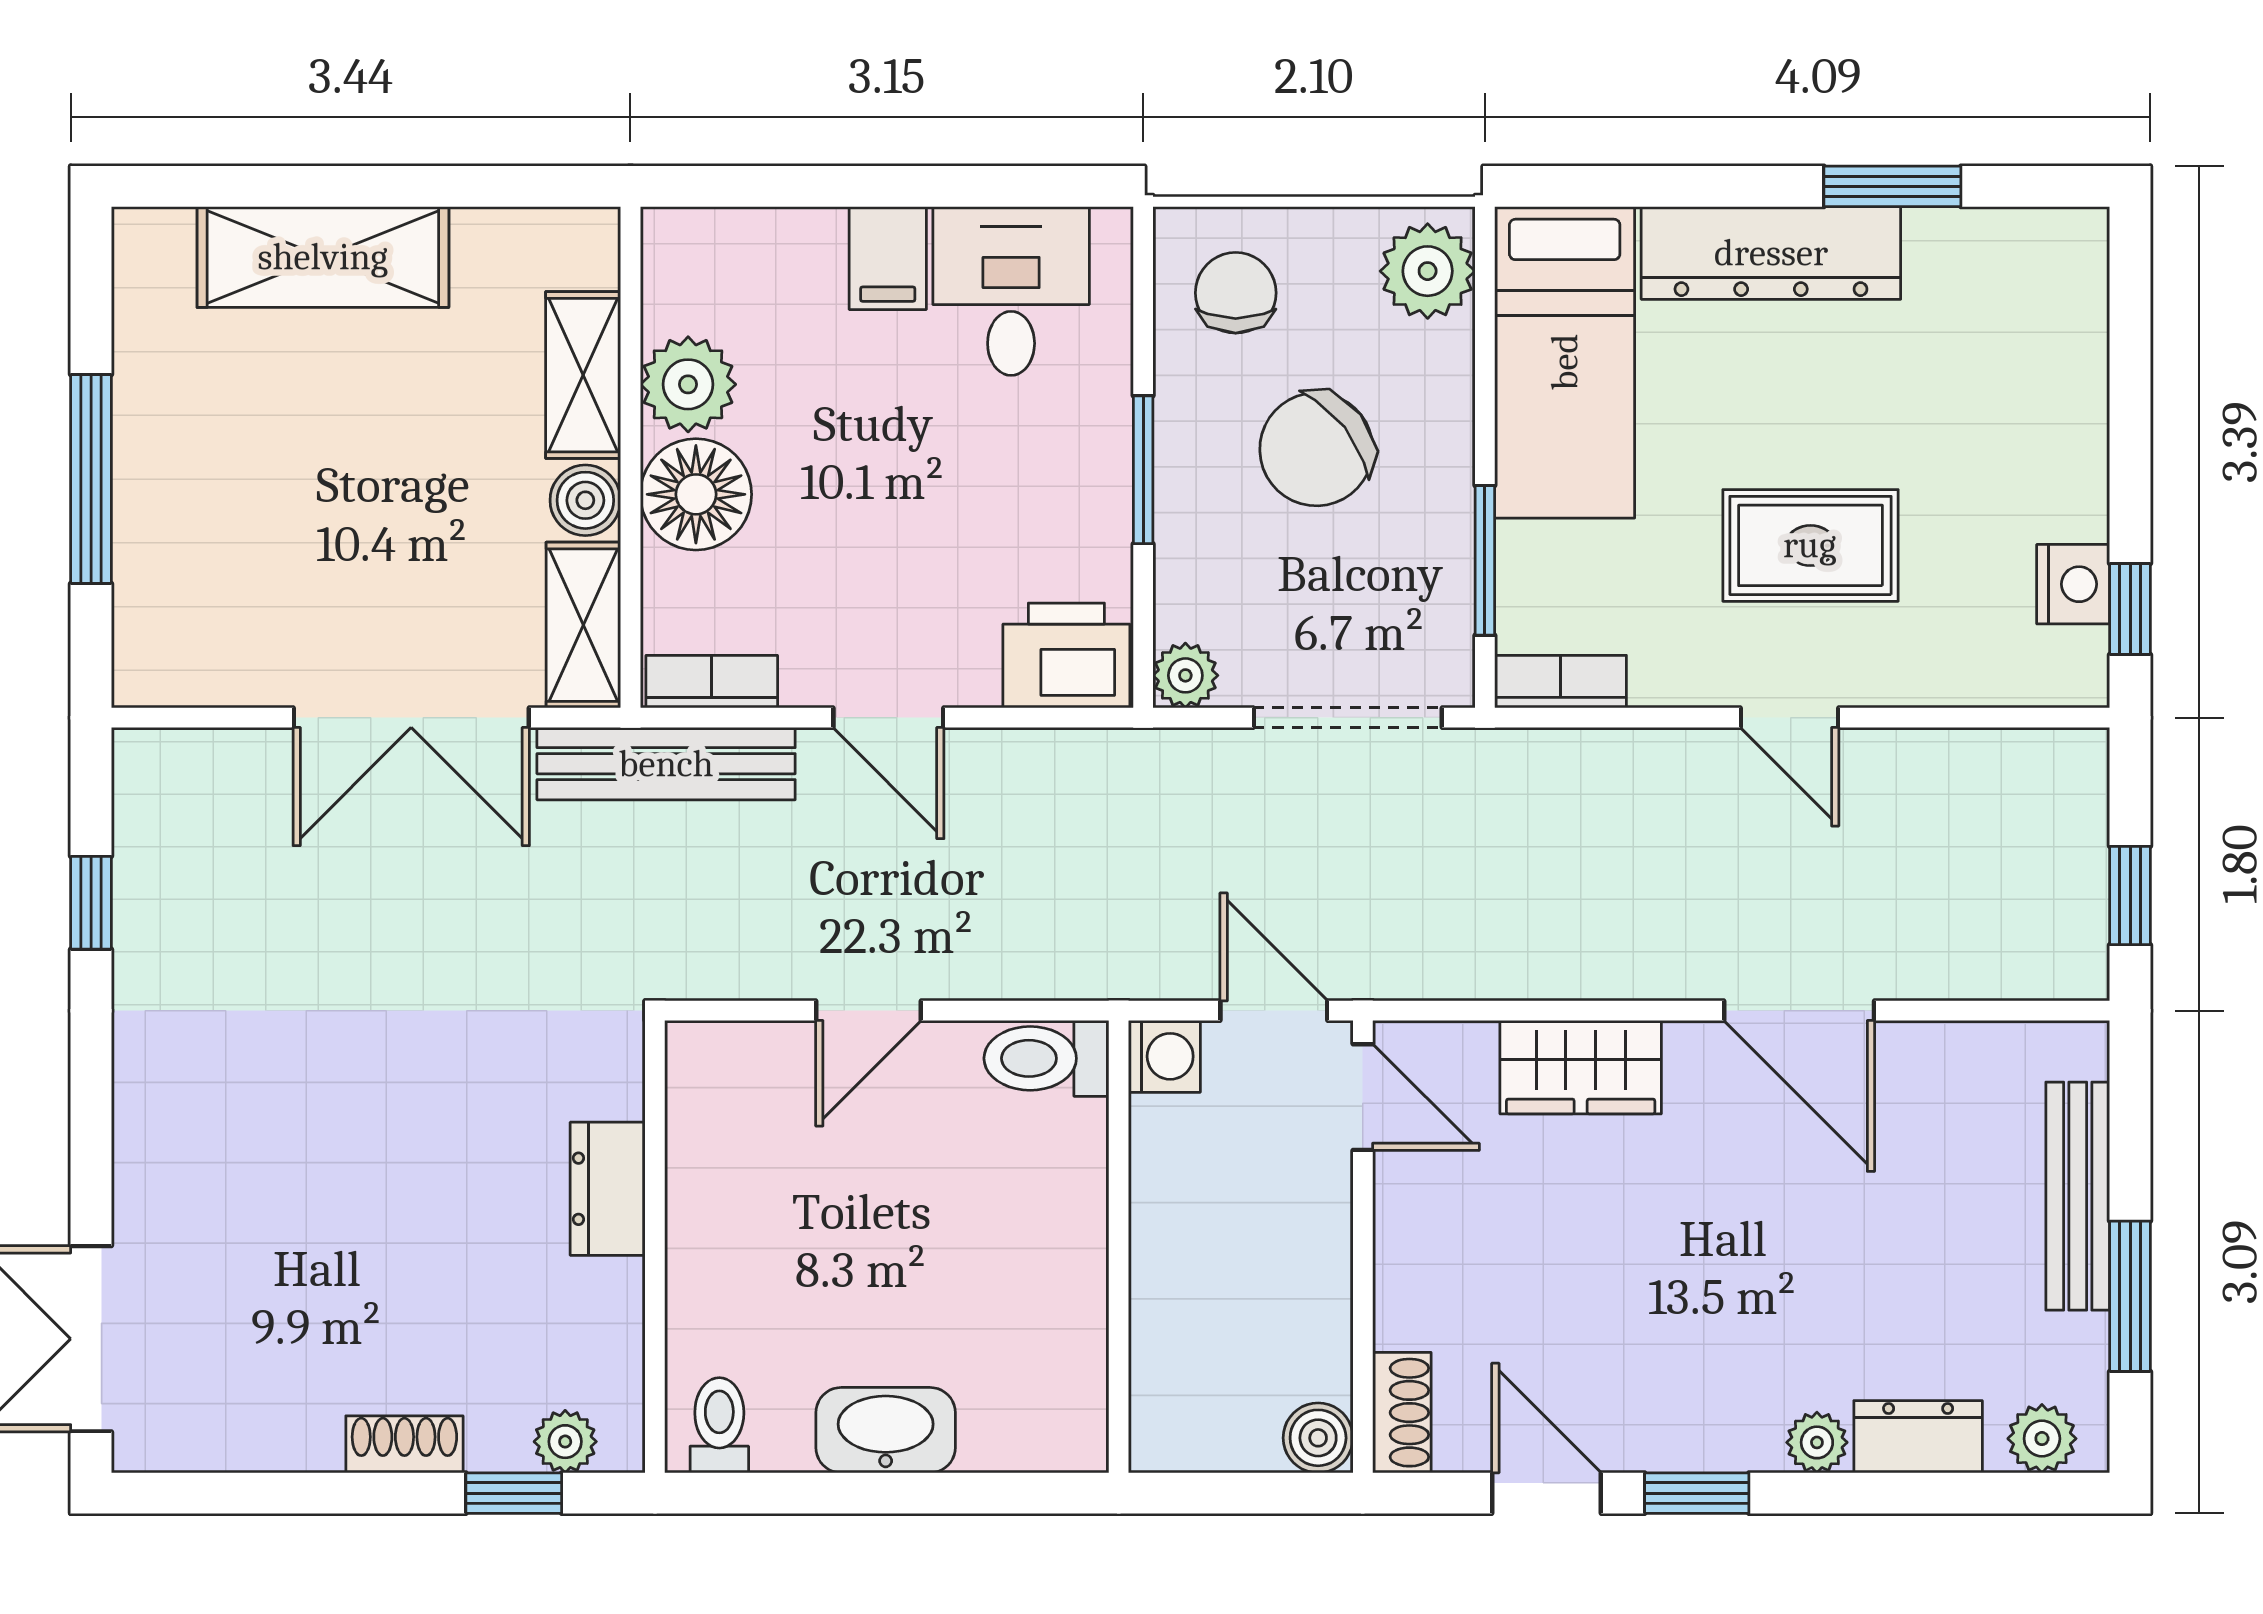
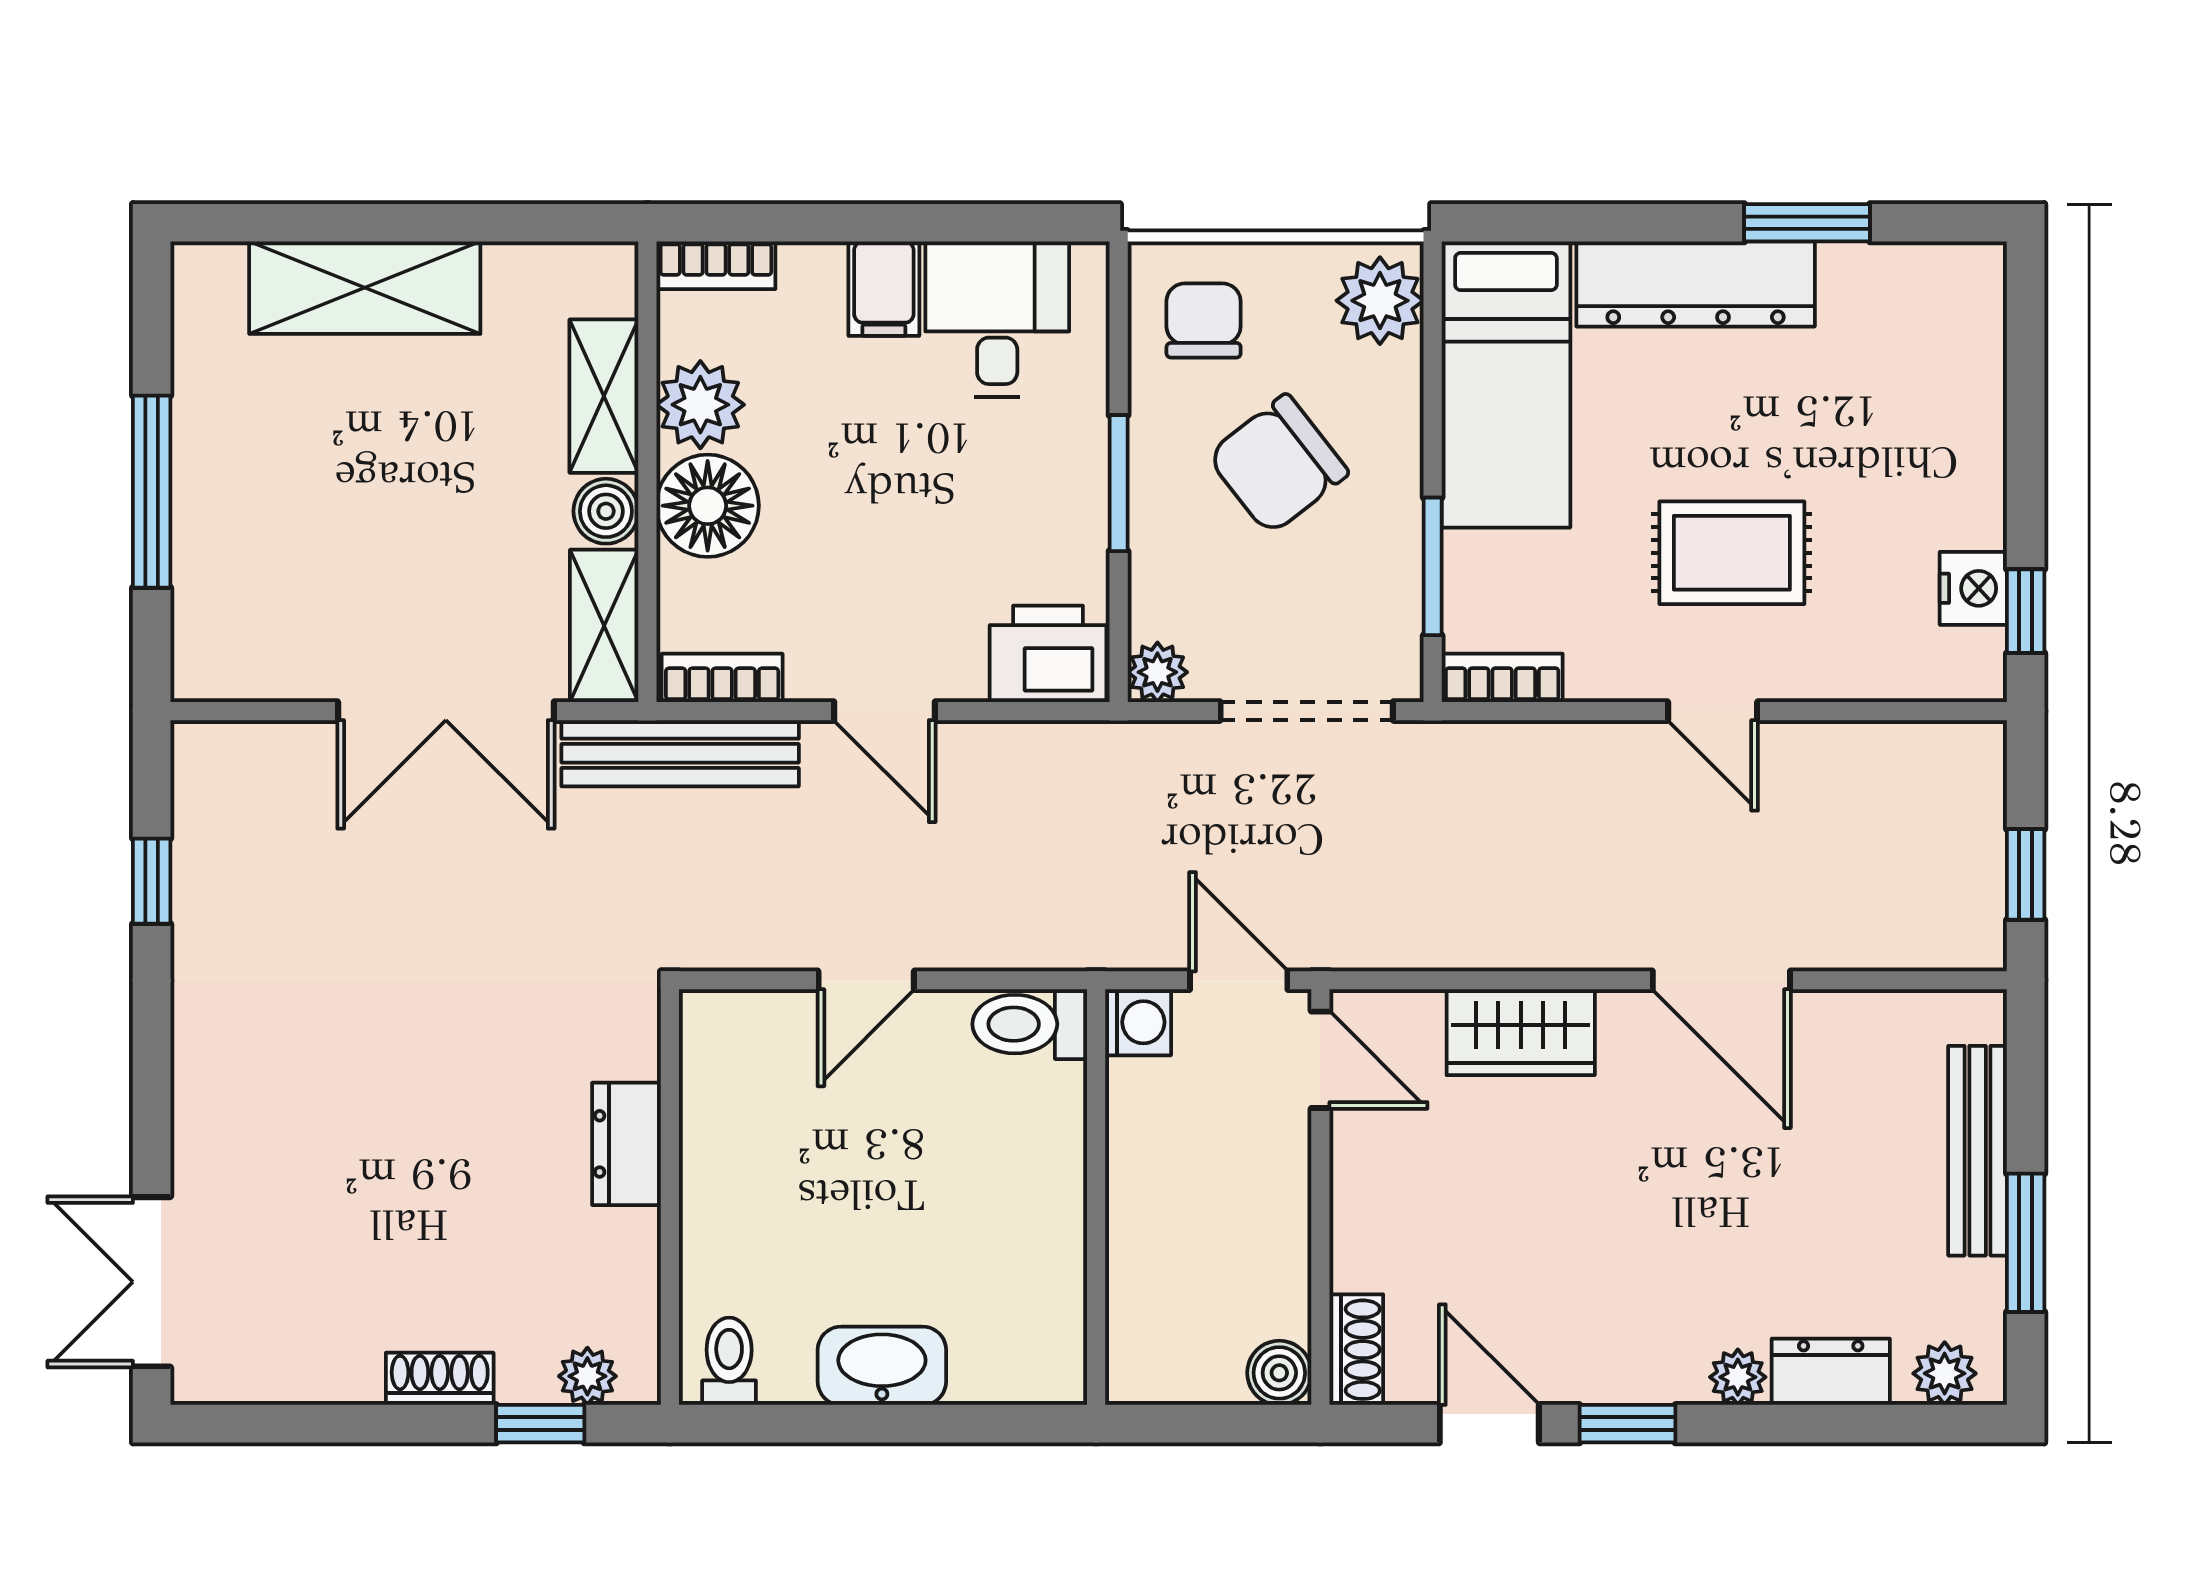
bookcase: (705, 233) -> (716, 265), added

